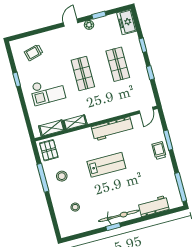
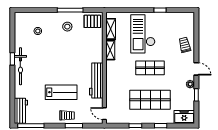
trolley: (34, 53) -> (185, 45), moved
shop shelf: (118, 64) -> (150, 100), width x1.43, depth x1.36
checkout: (48, 91) -> (143, 34), width x1.36, depth x1.21
lab bench: (106, 165) -> (61, 92), moved, turned -90
workbench: (154, 206) -> (21, 111), moved

